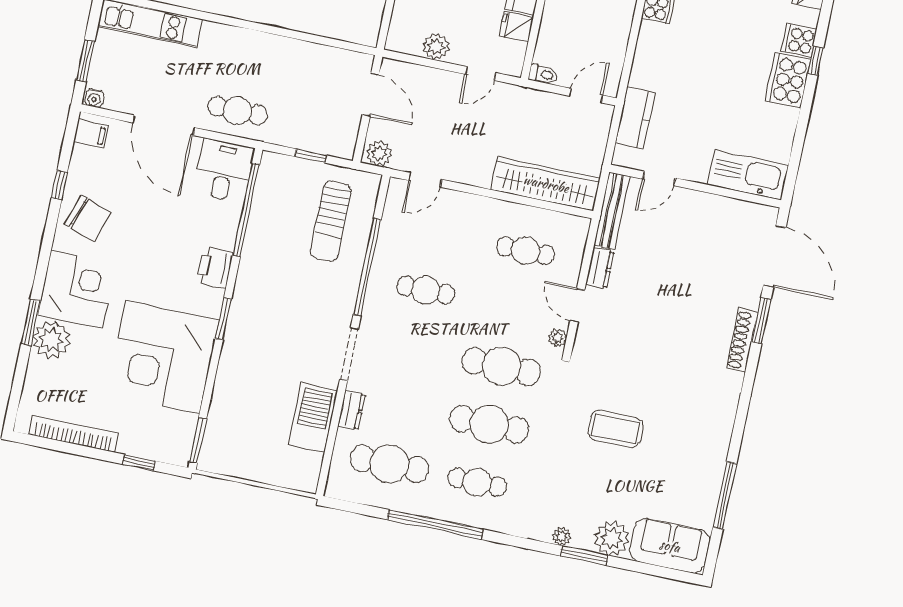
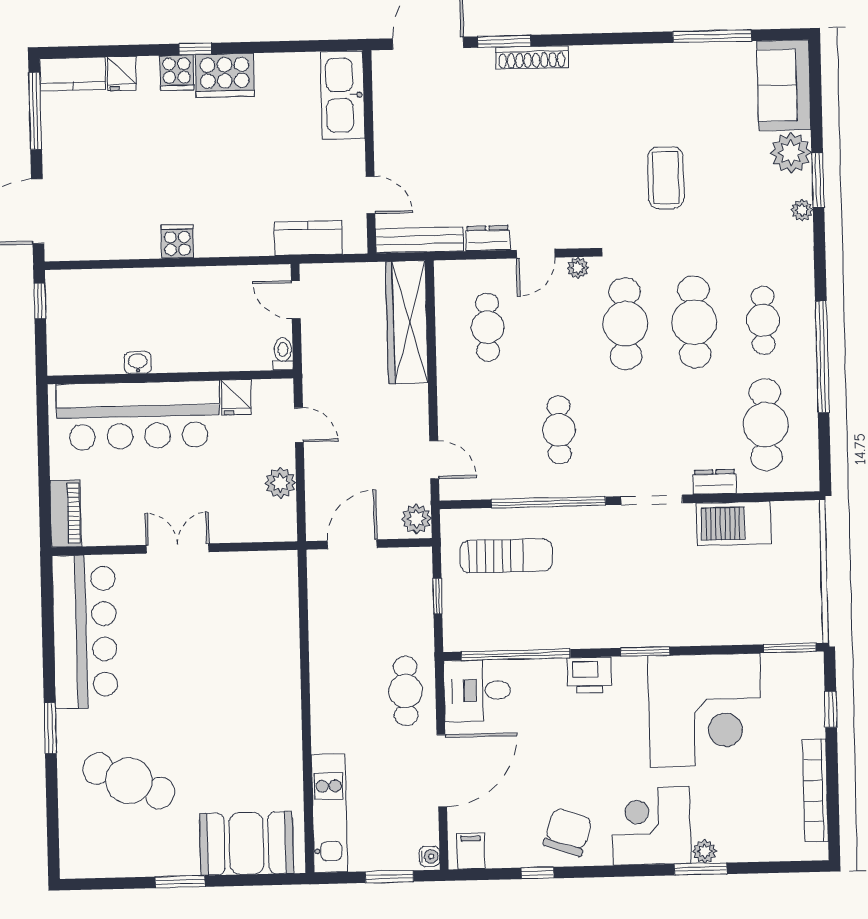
plant: (52, 340) -> (705, 851), width x0.53, depth x0.53

